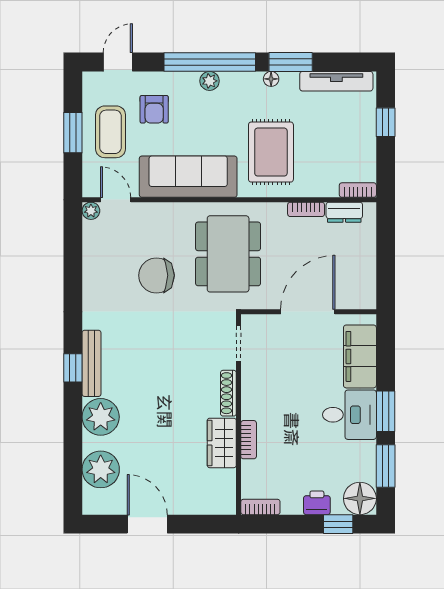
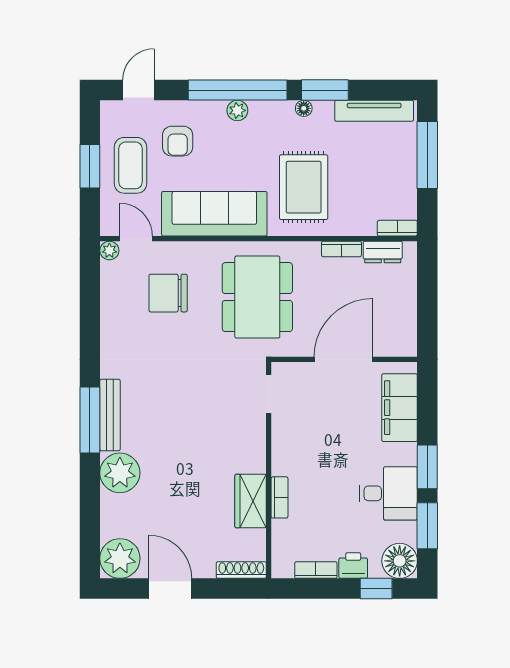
window: (386, 122) -> (427, 155), width x2.17
chair: (156, 275) -> (168, 293), moved
window: (73, 368) -> (90, 420), width x2.17
shoe rack: (228, 393) -> (241, 570), moved, turned 90
desk: (349, 415) -> (388, 493), moved
plant: (101, 469) -> (120, 558), moved
bookcase: (260, 507) -> (316, 570), moved

